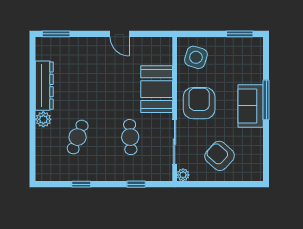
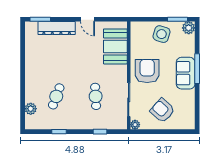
plant: (255, 45) -> (189, 28), added
side table: (196, 57) -> (162, 34), moved
dresser: (44, 86) -> (57, 28), moved, turned 90
booth: (157, 89) -> (115, 46), moved
plant: (43, 119) -> (31, 109), moved

